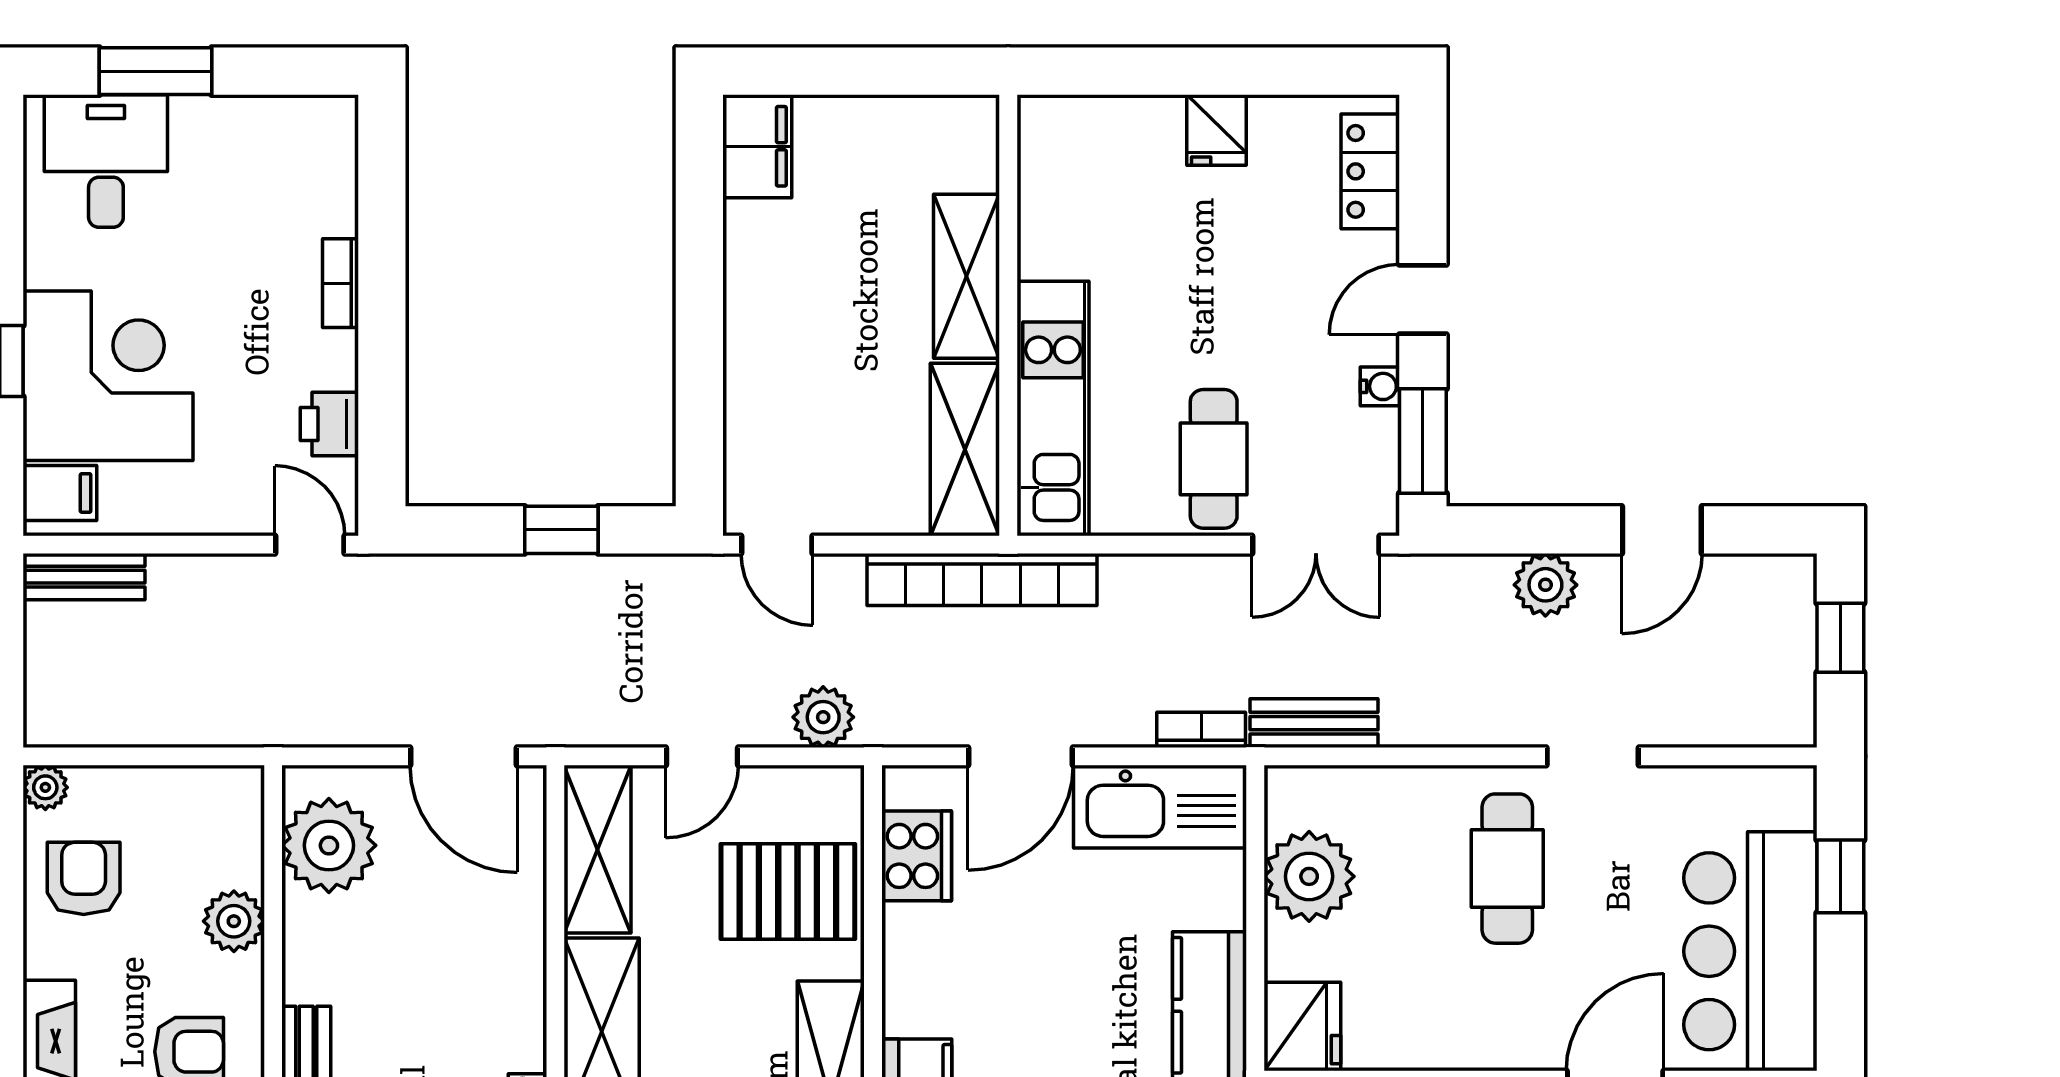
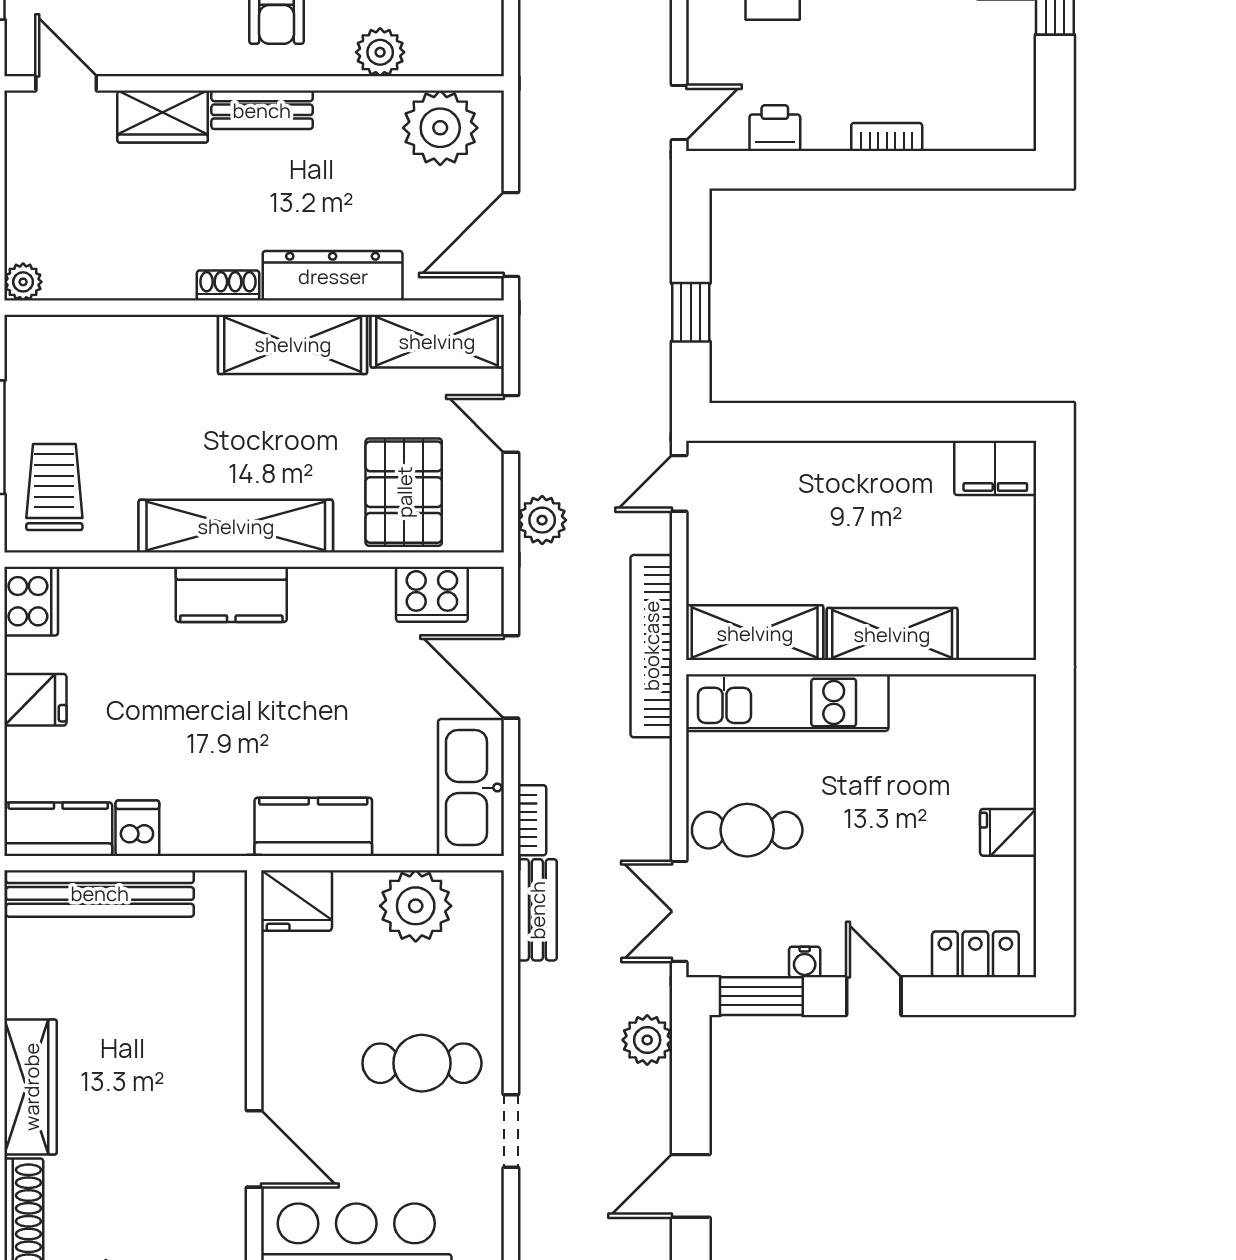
door: (1662, 530) -> (691, 1186), hinge flipped
plant: (1545, 585) -> (647, 1040), moved
dresser: (515, 981) -> (333, 276), added

